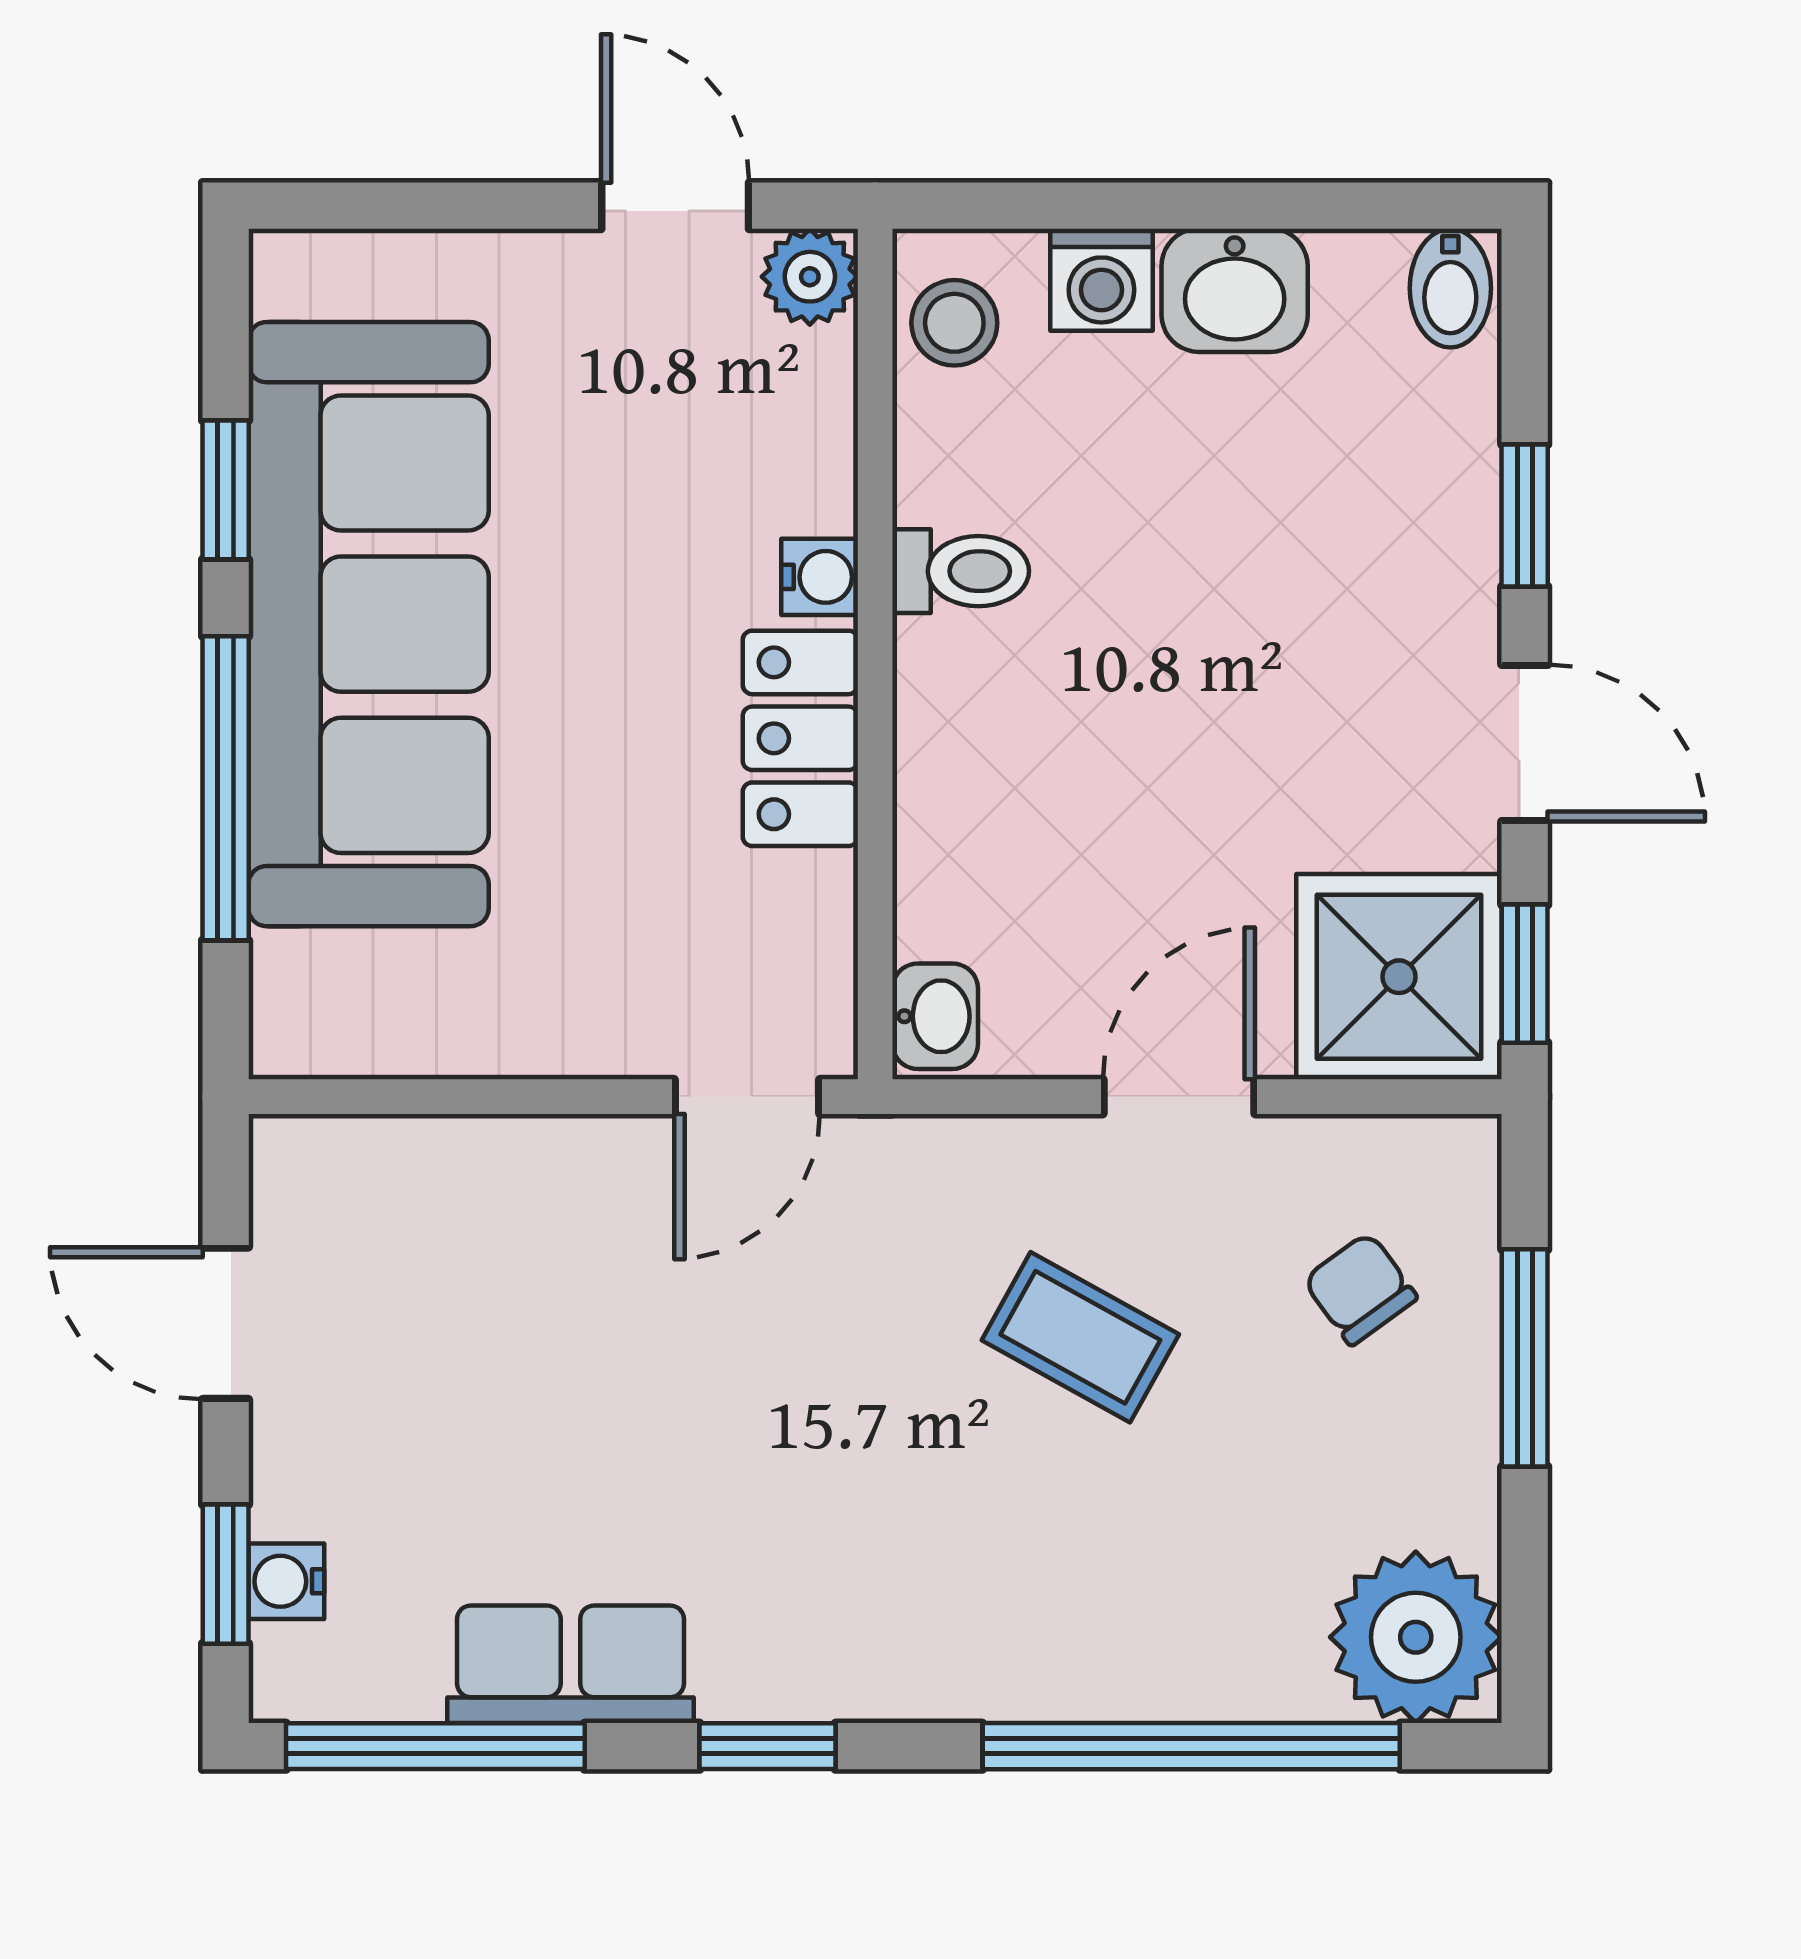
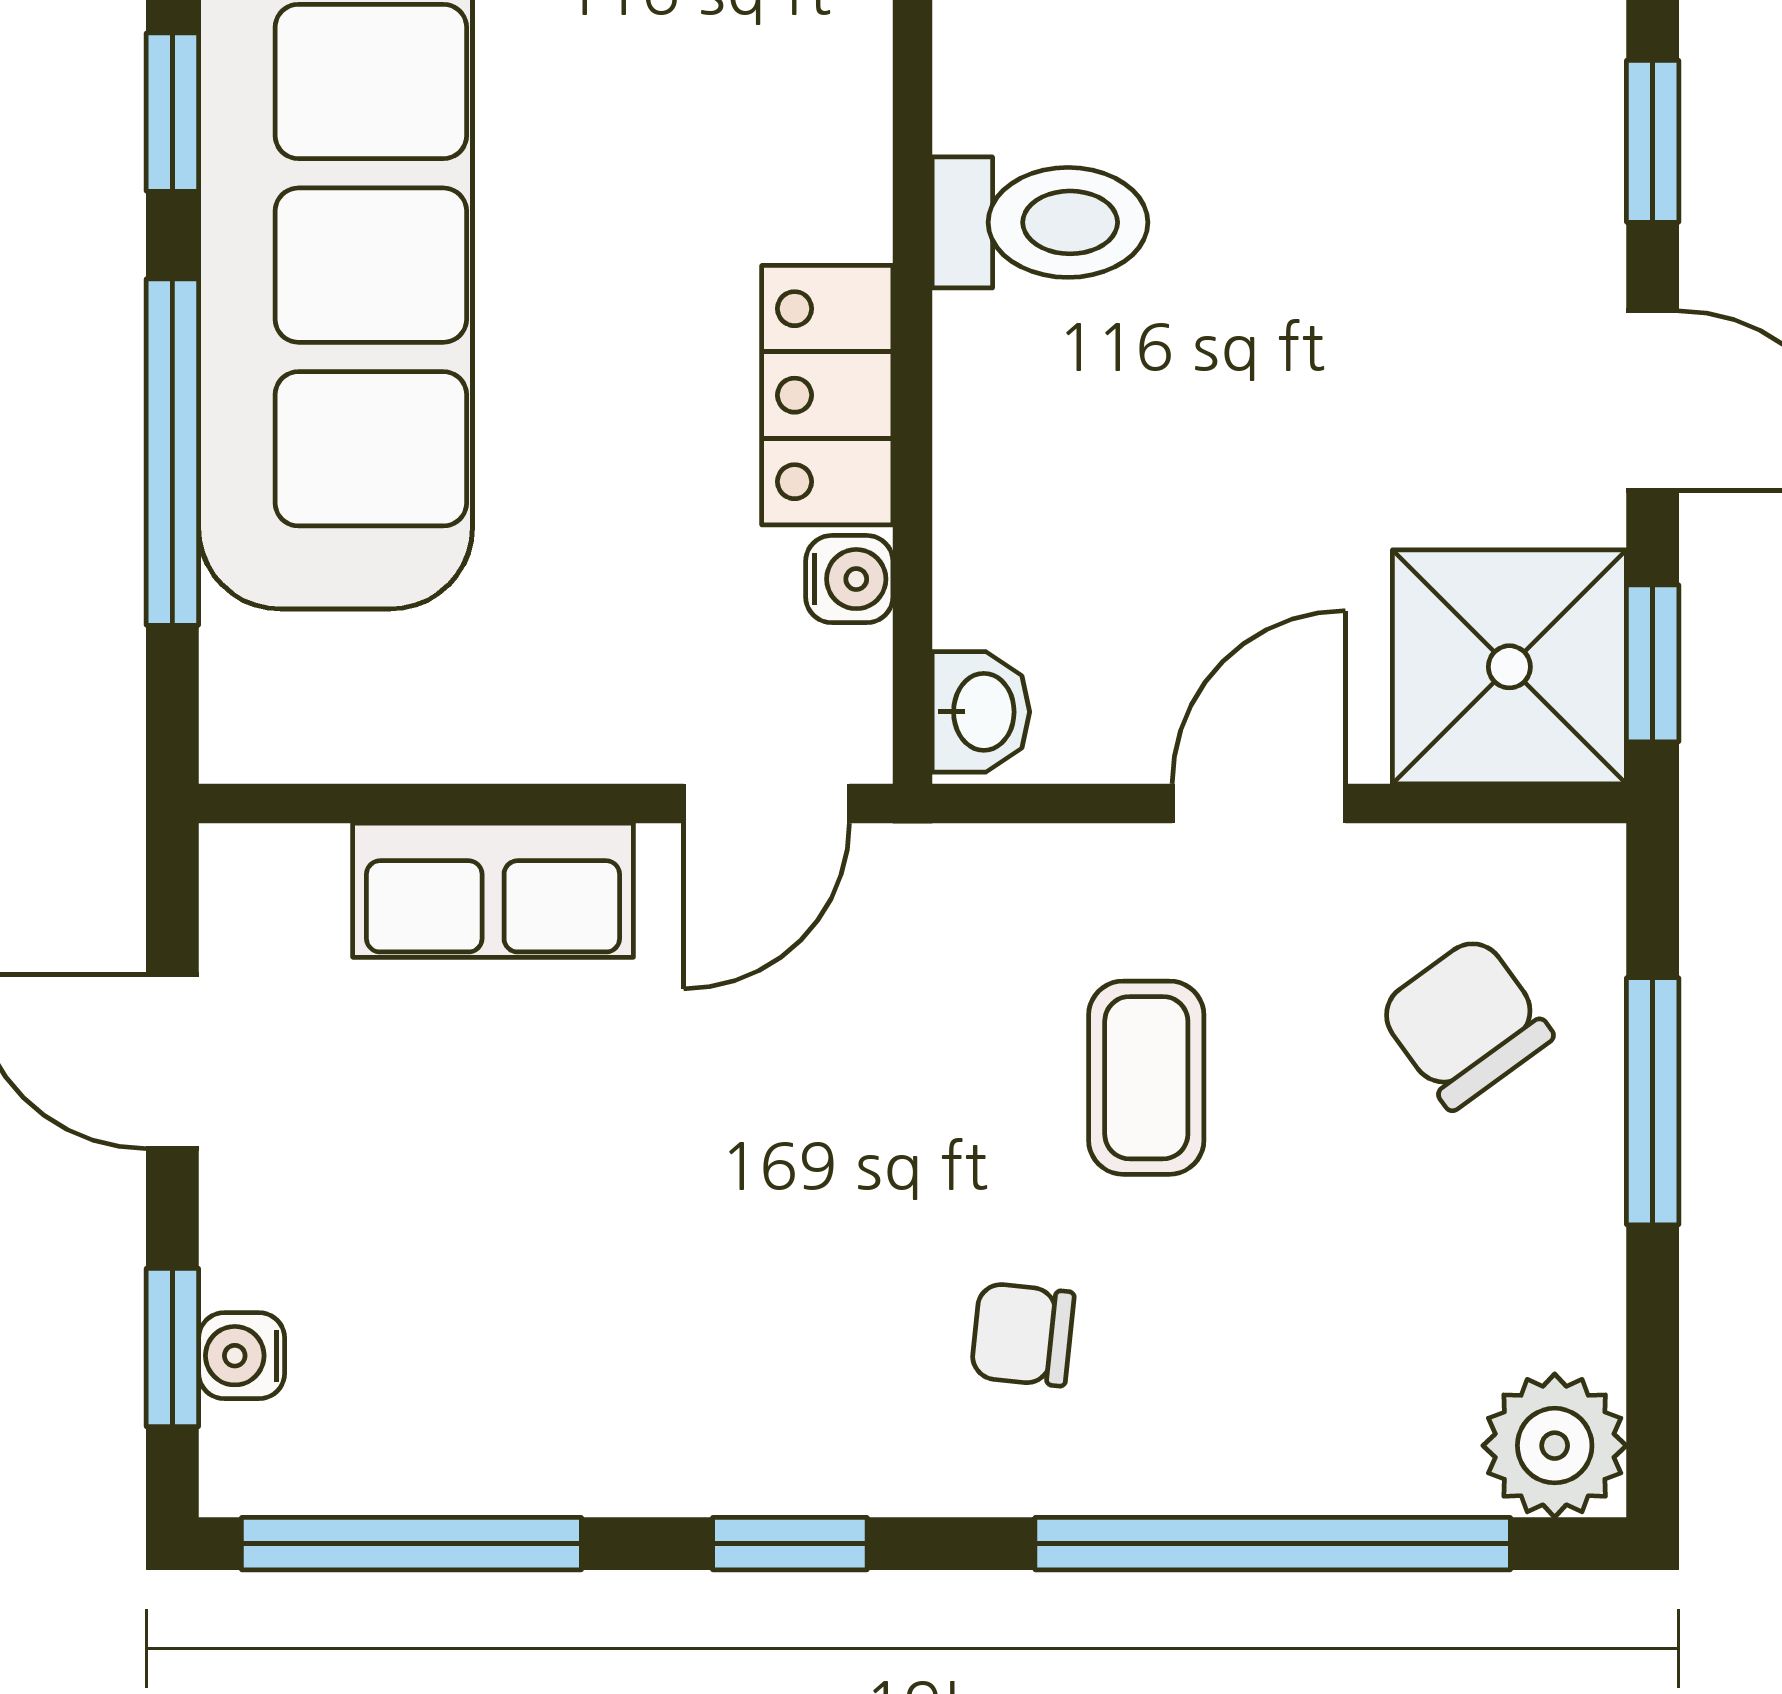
toilet: (961, 571) -> (1040, 222), width x1.37, depth x1.39
water cooler: (820, 577) -> (849, 579), moved
chair: (1360, 1289) -> (1465, 1022), width x1.37, depth x1.37
coffee table: (1080, 1337) -> (1146, 1078), turned 61
chair: (972, 1563) -> (1023, 1335), added
plant: (1416, 1637) -> (1555, 1446), width x0.73, depth x0.73
row of seats: (570, 1664) -> (493, 890), moved, turned 180

